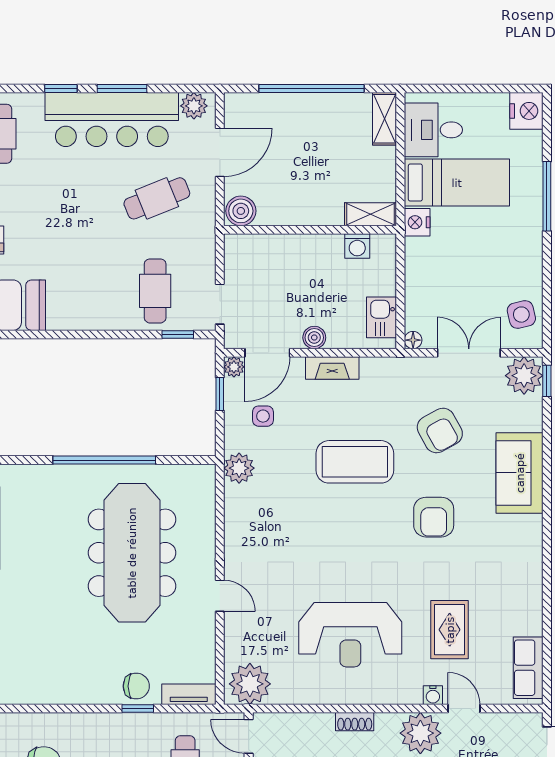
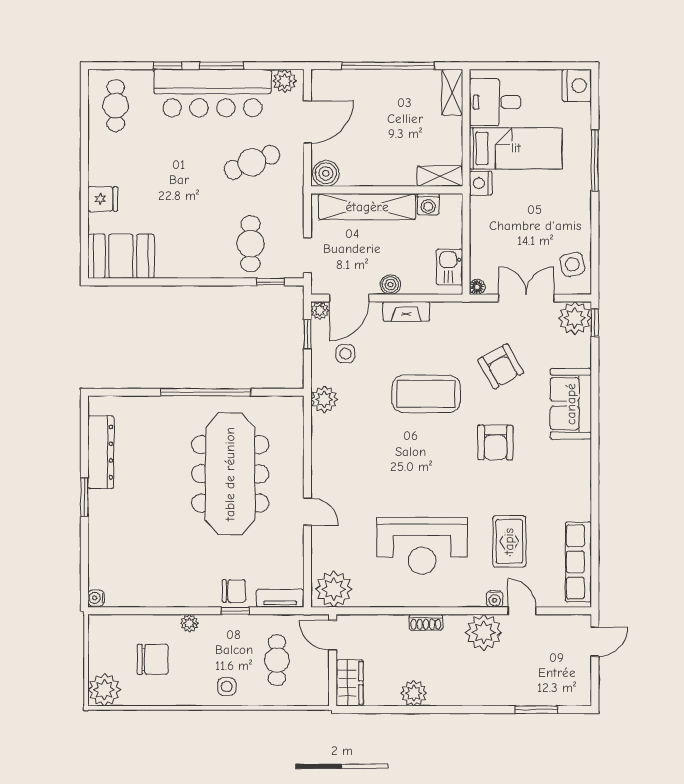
shelving: (288, 249) -> (367, 207), added
row of seats: (528, 668) -> (578, 562), width x1.48
plant: (86, 723) -> (189, 623), added

